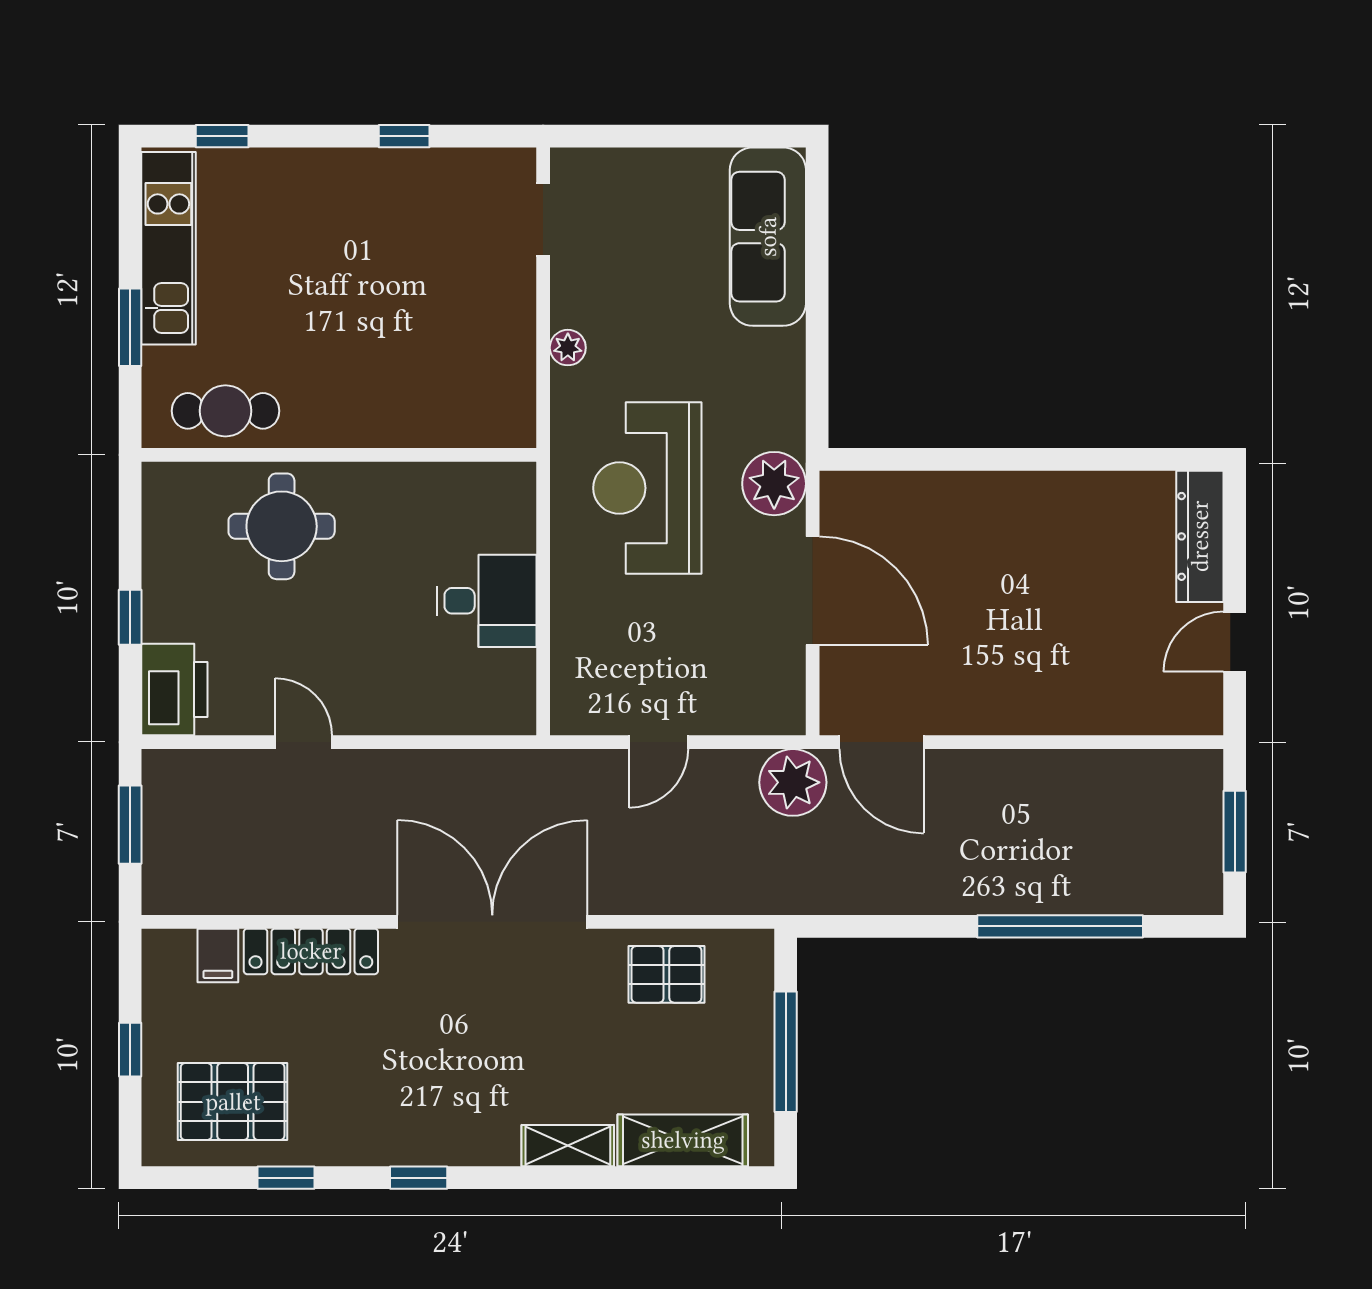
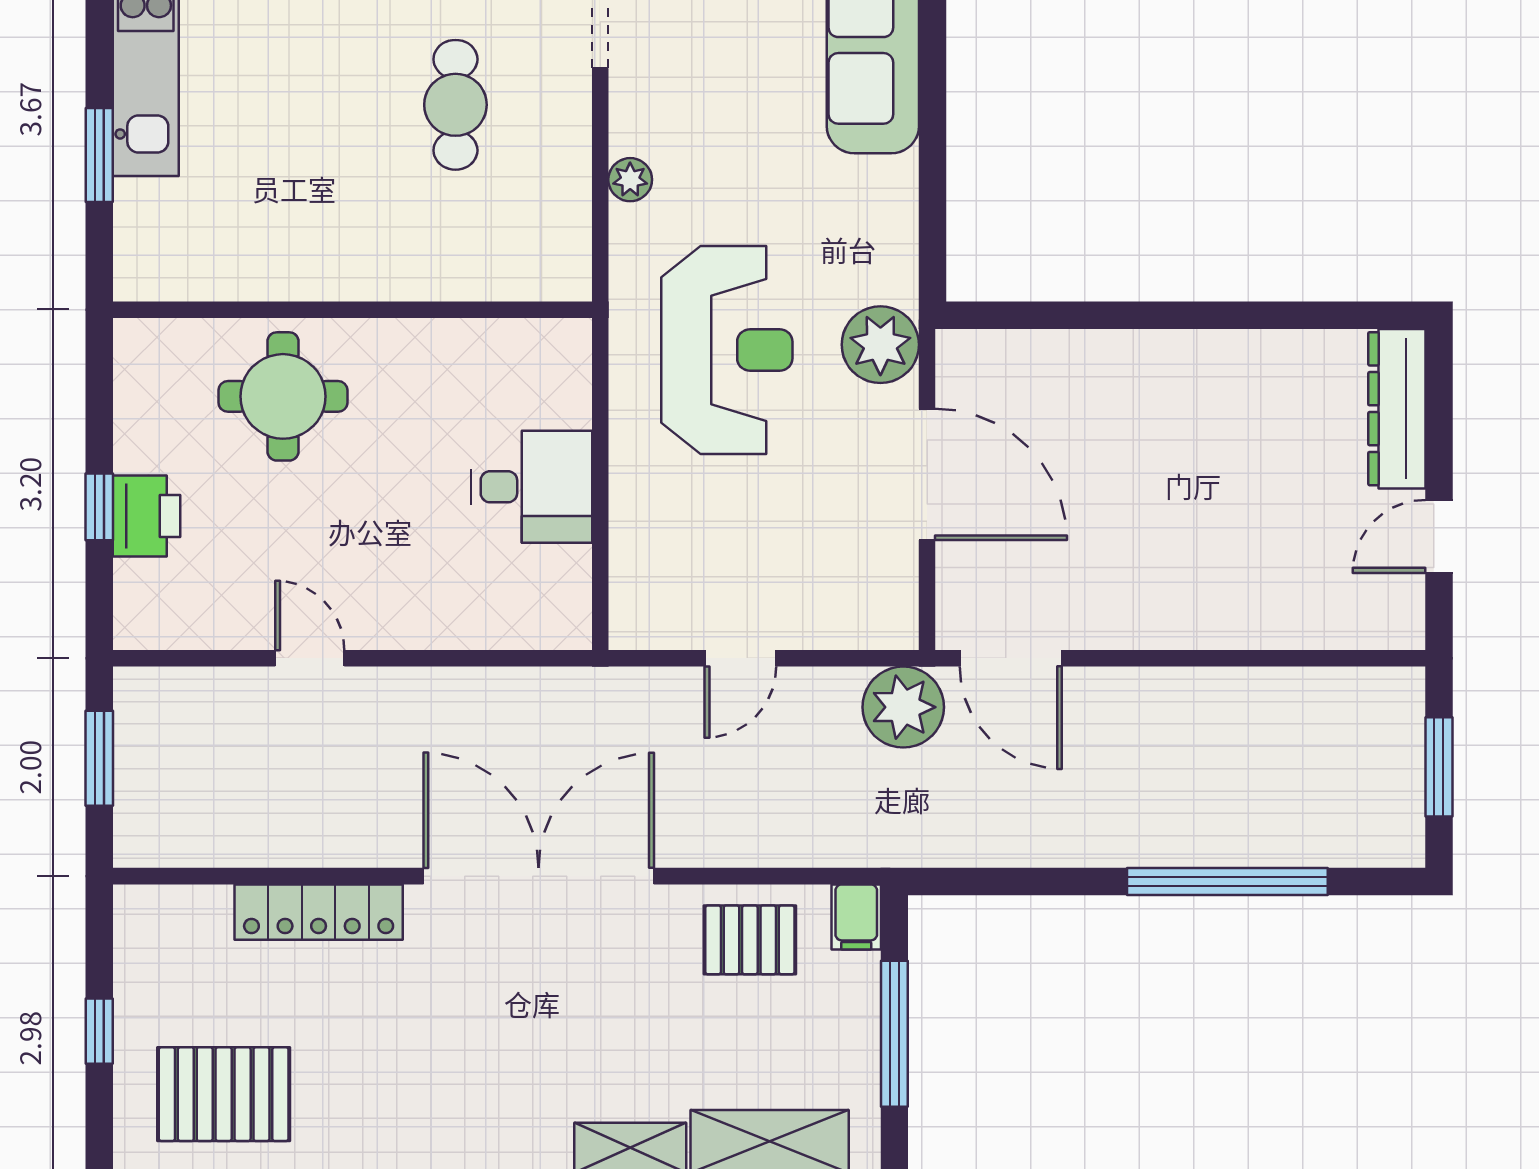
cafe table: (225, 411) -> (455, 105), moved, turned 90
reception desk: (647, 488) -> (727, 350), turned 180
printer: (174, 690) -> (146, 516), moved, width x0.73, depth x0.84
filing cabinet: (218, 955) -> (856, 917), moved

